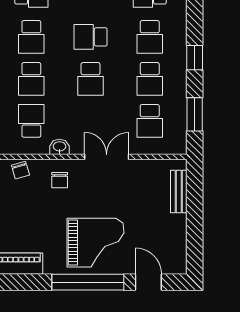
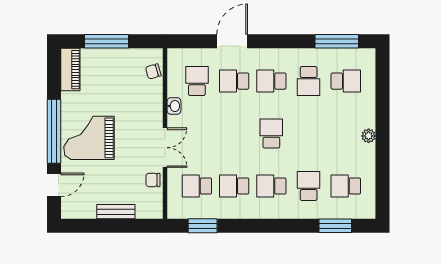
window: (195, 58) -> (253, 226), removed
school desk: (91, 79) -> (234, 134), removed
school desk: (31, 121) -> (197, 81), turned -90
chair: (60, 180) -> (153, 180), moved
bench: (179, 191) -> (116, 212), moved
grand piano: (96, 243) -> (89, 138), turned 90

